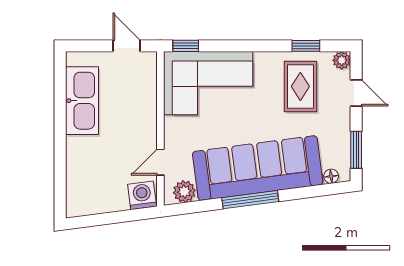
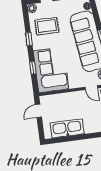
window: (186, 46) -> (33, 68), moved
window: (306, 46) -> (29, 39), moved

